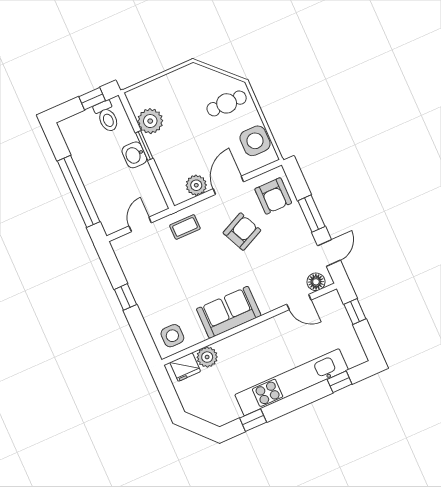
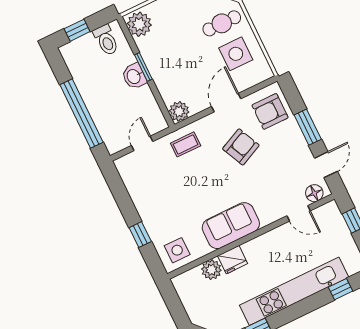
window: (92, 99) -> (77, 30), moved
plant: (150, 121) -> (139, 24), moved
side table: (255, 141) -> (236, 54), moved
plant: (196, 185) -> (179, 111), moved
armchair: (273, 196) -> (270, 111), turned 90
window: (125, 297) -> (140, 235), moved
fridge: (185, 367) -> (233, 260), moved

